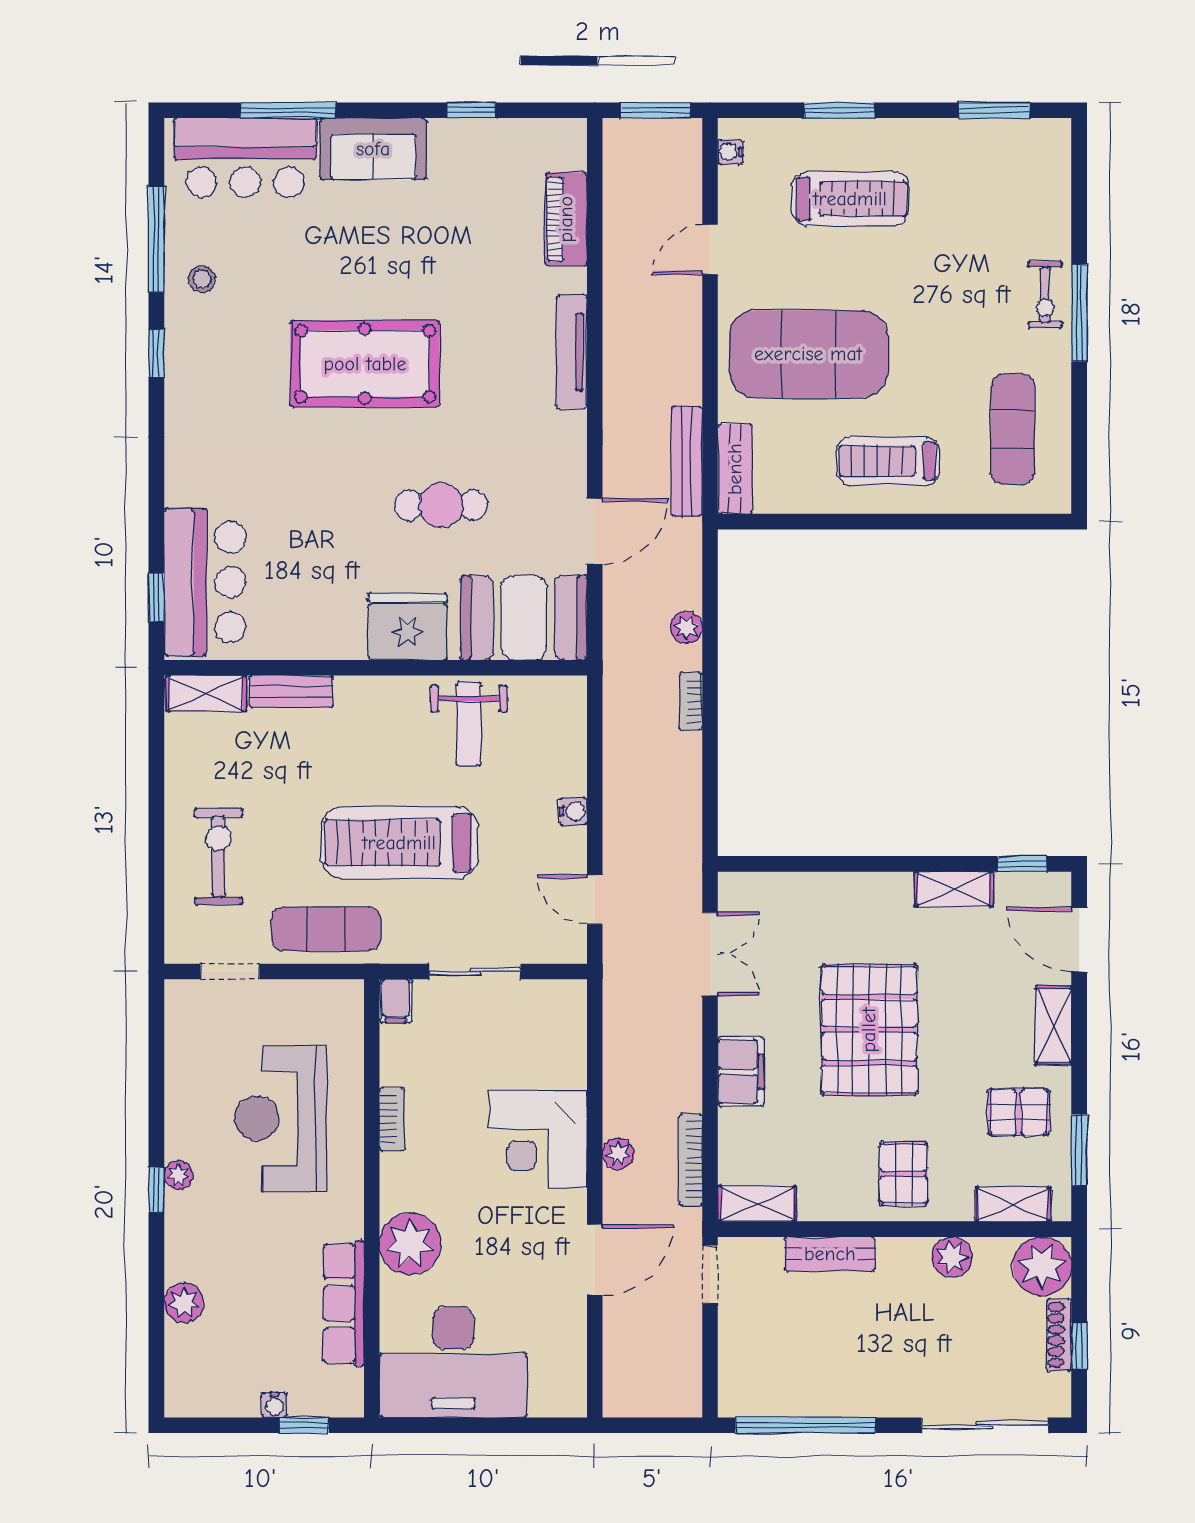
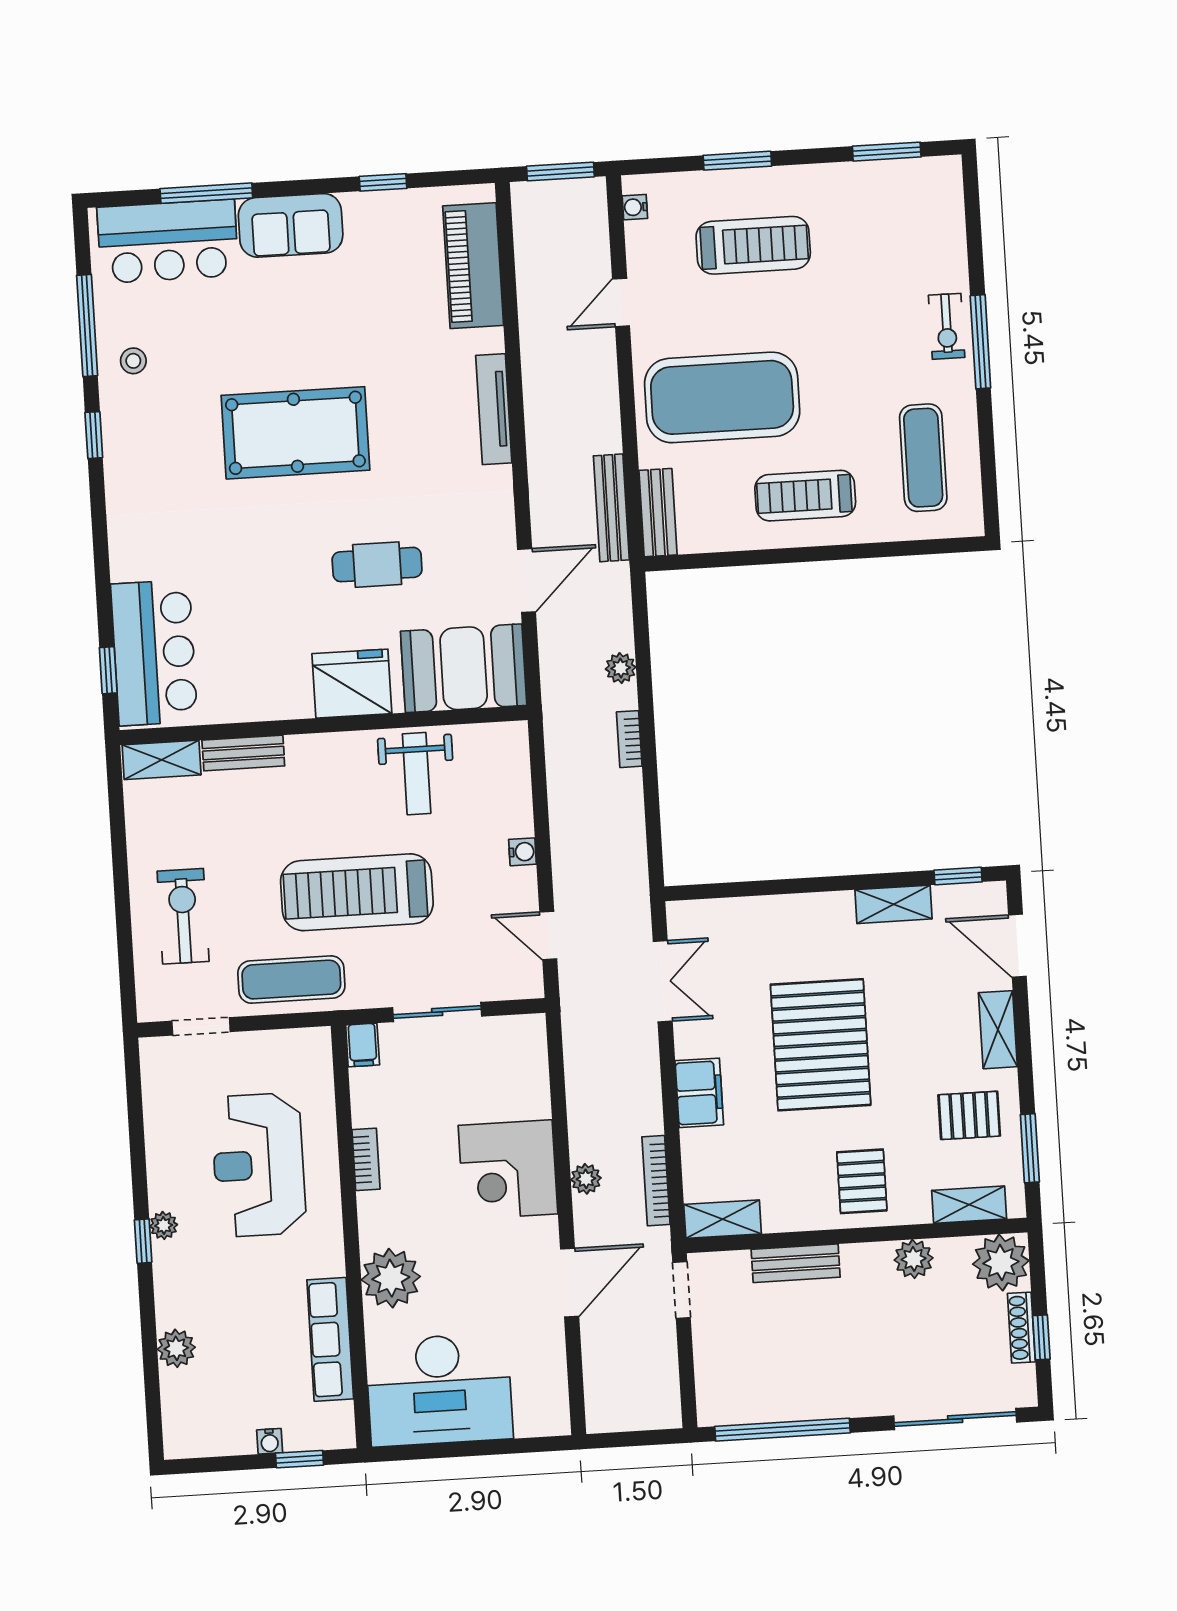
piano: (566, 219) -> (473, 266), width x1.37, depth x1.33

